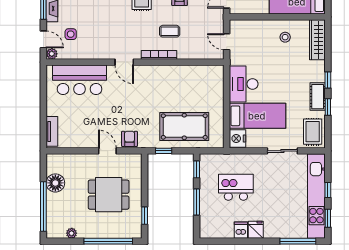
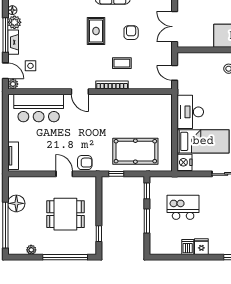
armchair: (130, 139) -> (85, 163), turned 90

